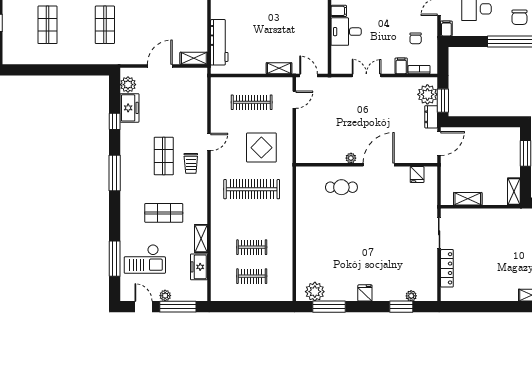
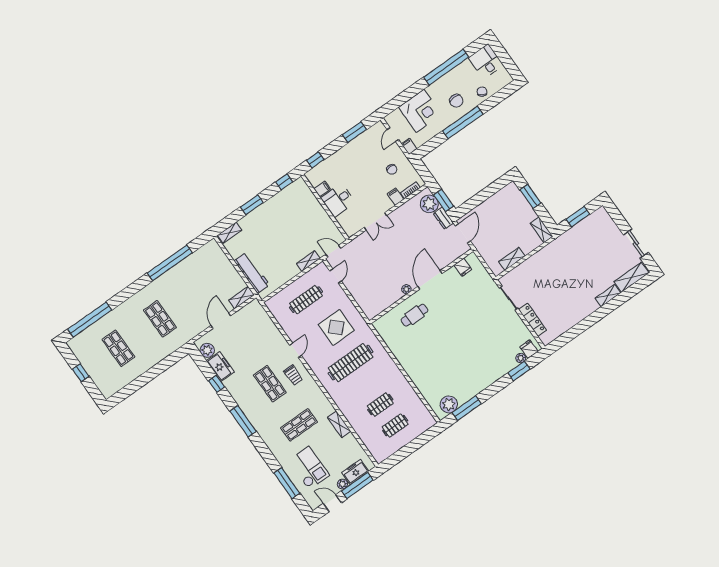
double door: (366, 76) -> (375, 221), swing flipped
checkout: (145, 259) -> (309, 468), turned -90
freezer: (199, 267) -> (355, 472), moved, turned 90
fridge: (365, 293) -> (529, 349), moved

